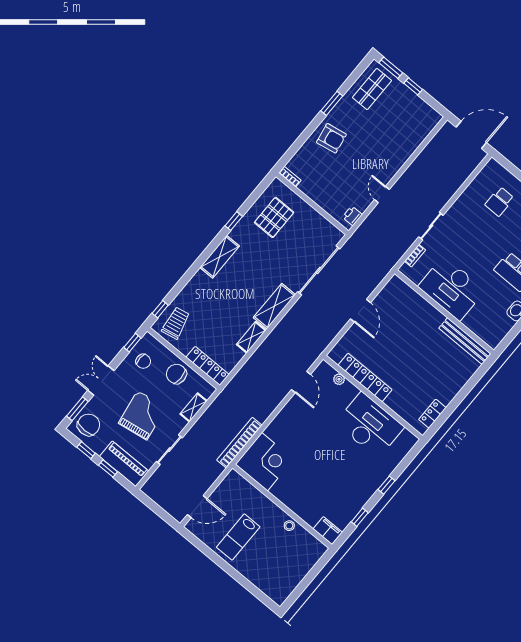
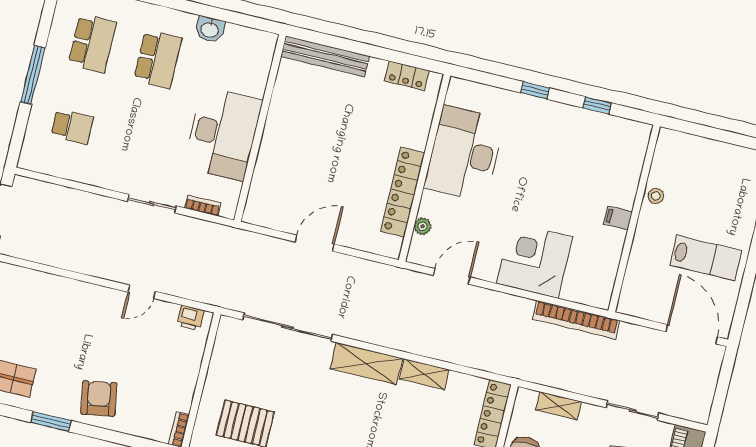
bench: (465, 341) -> (325, 56), moved, turned 90
corner desk: (265, 462) -> (534, 260), moved
door: (197, 507) -> (692, 334), width x1.36
filing cabinet: (328, 531) -> (618, 218), moved, width x0.50

